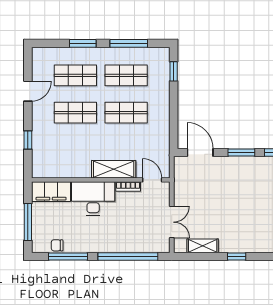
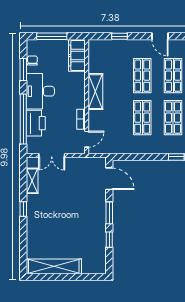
door: (200, 152) -> (109, 179), hinge flipped
shelving: (114, 169) -> (95, 92), moved
desk: (93, 199) -> (40, 91), moved, turned 180
printer: (133, 241) -> (36, 123), added
window: (68, 257) -> (23, 69), width x0.69

